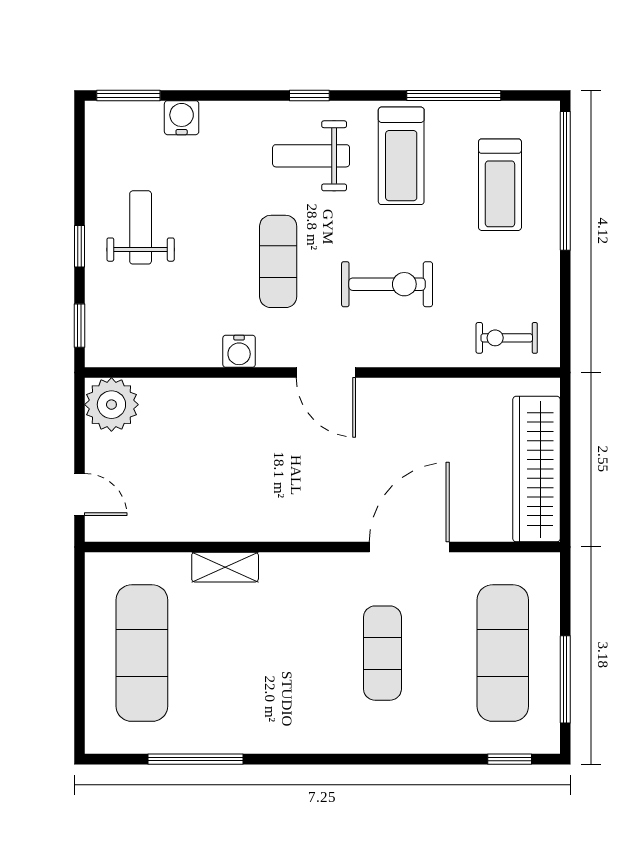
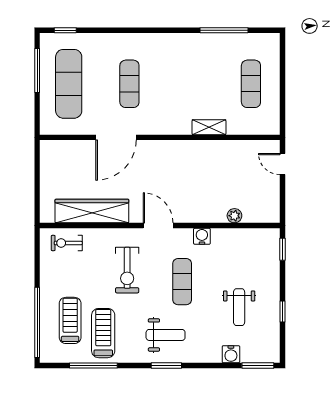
window: (309, 95) -> (166, 365), width x1.50
treadmill: (401, 156) -> (103, 333), moved
weight bench: (141, 227) -> (239, 307), moved
window: (79, 246) -> (283, 312), moved
exercise bike: (387, 284) -> (127, 270), turned -90
exercise bike: (507, 338) -> (67, 243), turned 180
plant: (111, 405) -> (234, 216), moved, width x0.53, depth x0.53
wardrobe: (537, 469) -> (92, 211), moved, turned -90
exercise mat: (142, 653) -> (251, 84), width x0.73, depth x0.69

